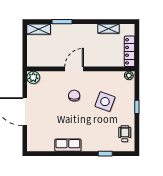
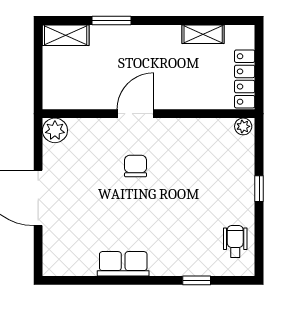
side table: (105, 102) -> (196, 178), removed

